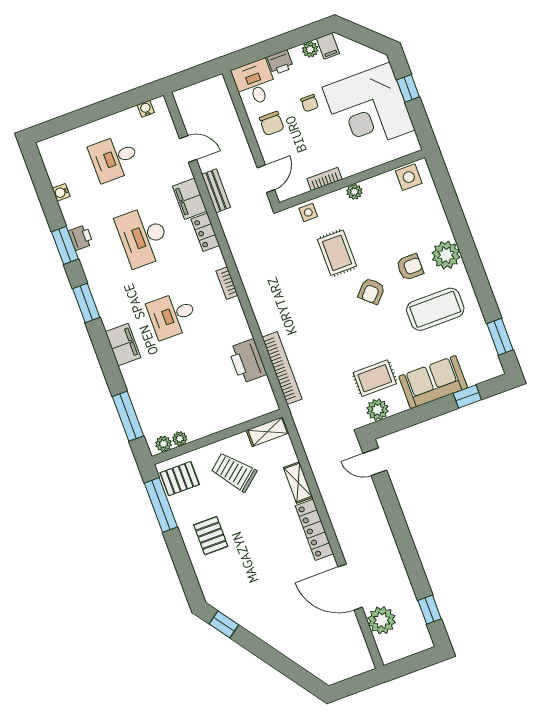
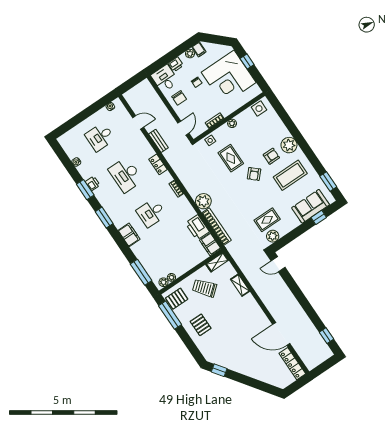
filing cabinet: (190, 199) -> (210, 244), moved
sofa: (433, 382) -> (311, 206), moved
locker: (314, 530) -> (292, 364), moved
plant: (382, 620) -> (203, 201), moved

